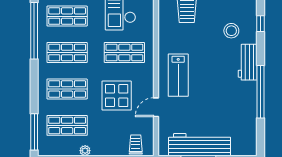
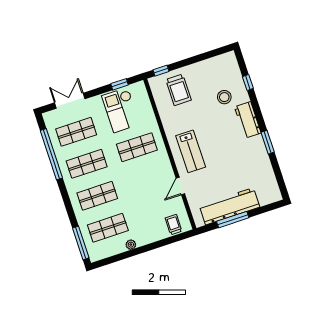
window: (261, 92) -> (268, 142), width x0.47
display table: (117, 96) -> (143, 187), removed

